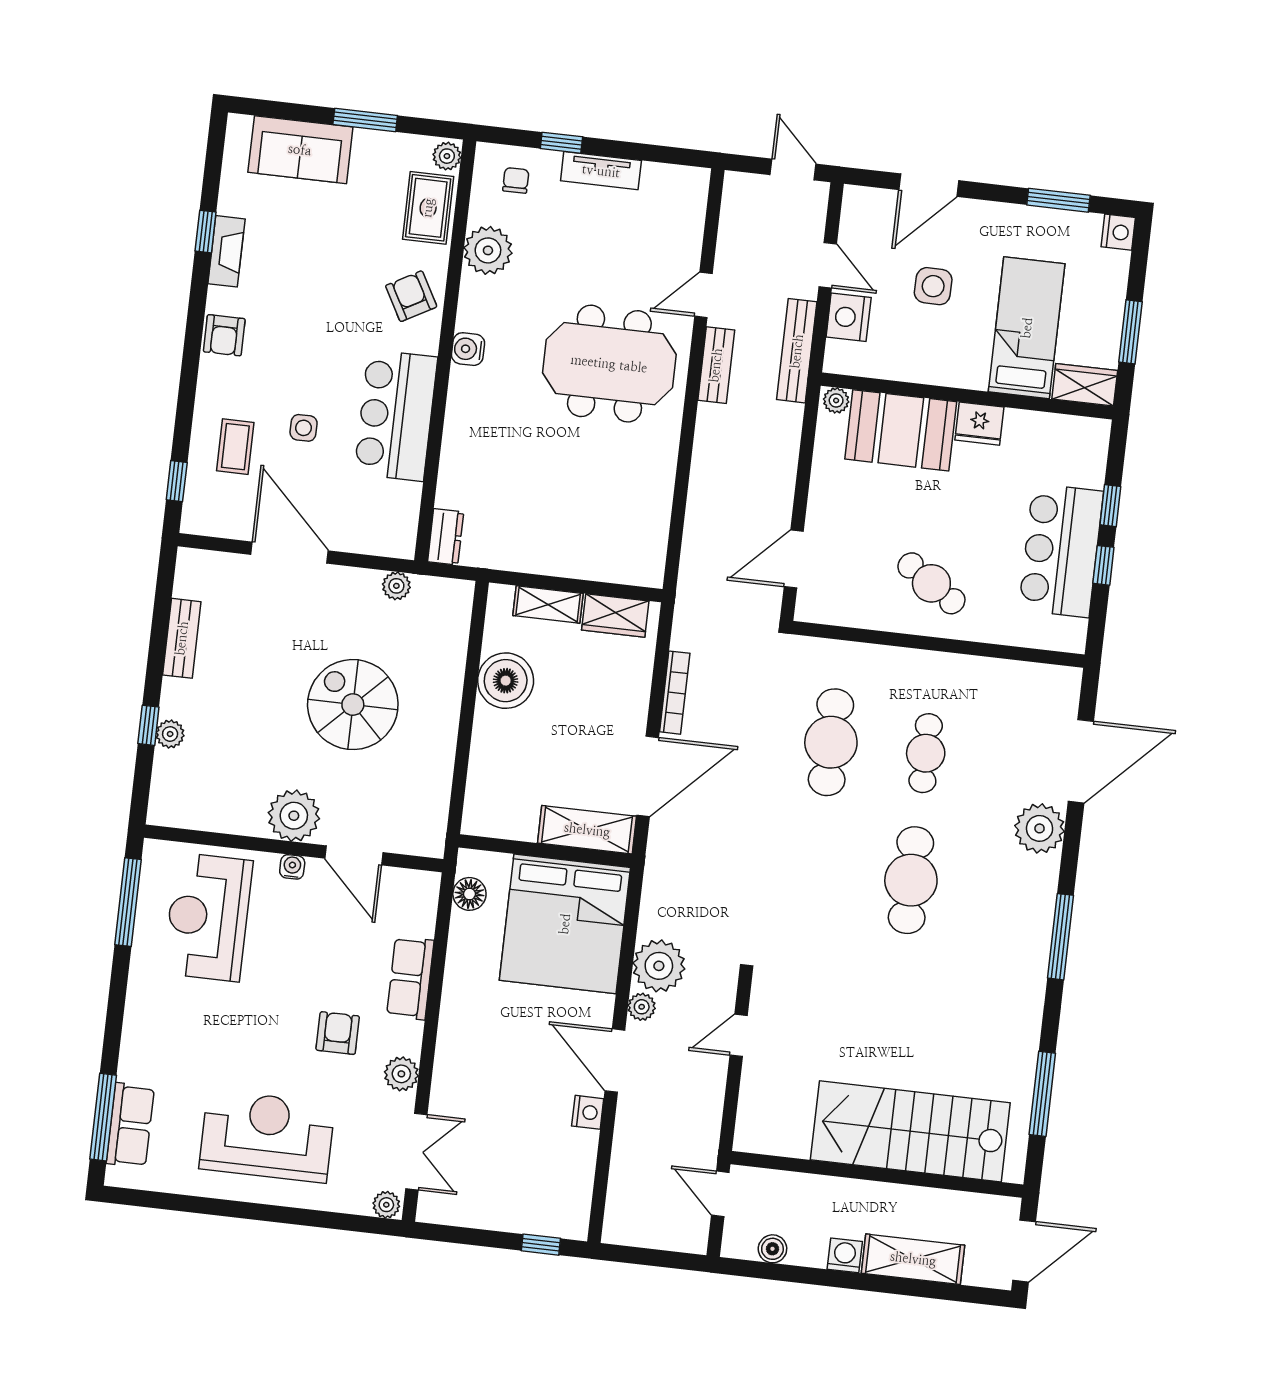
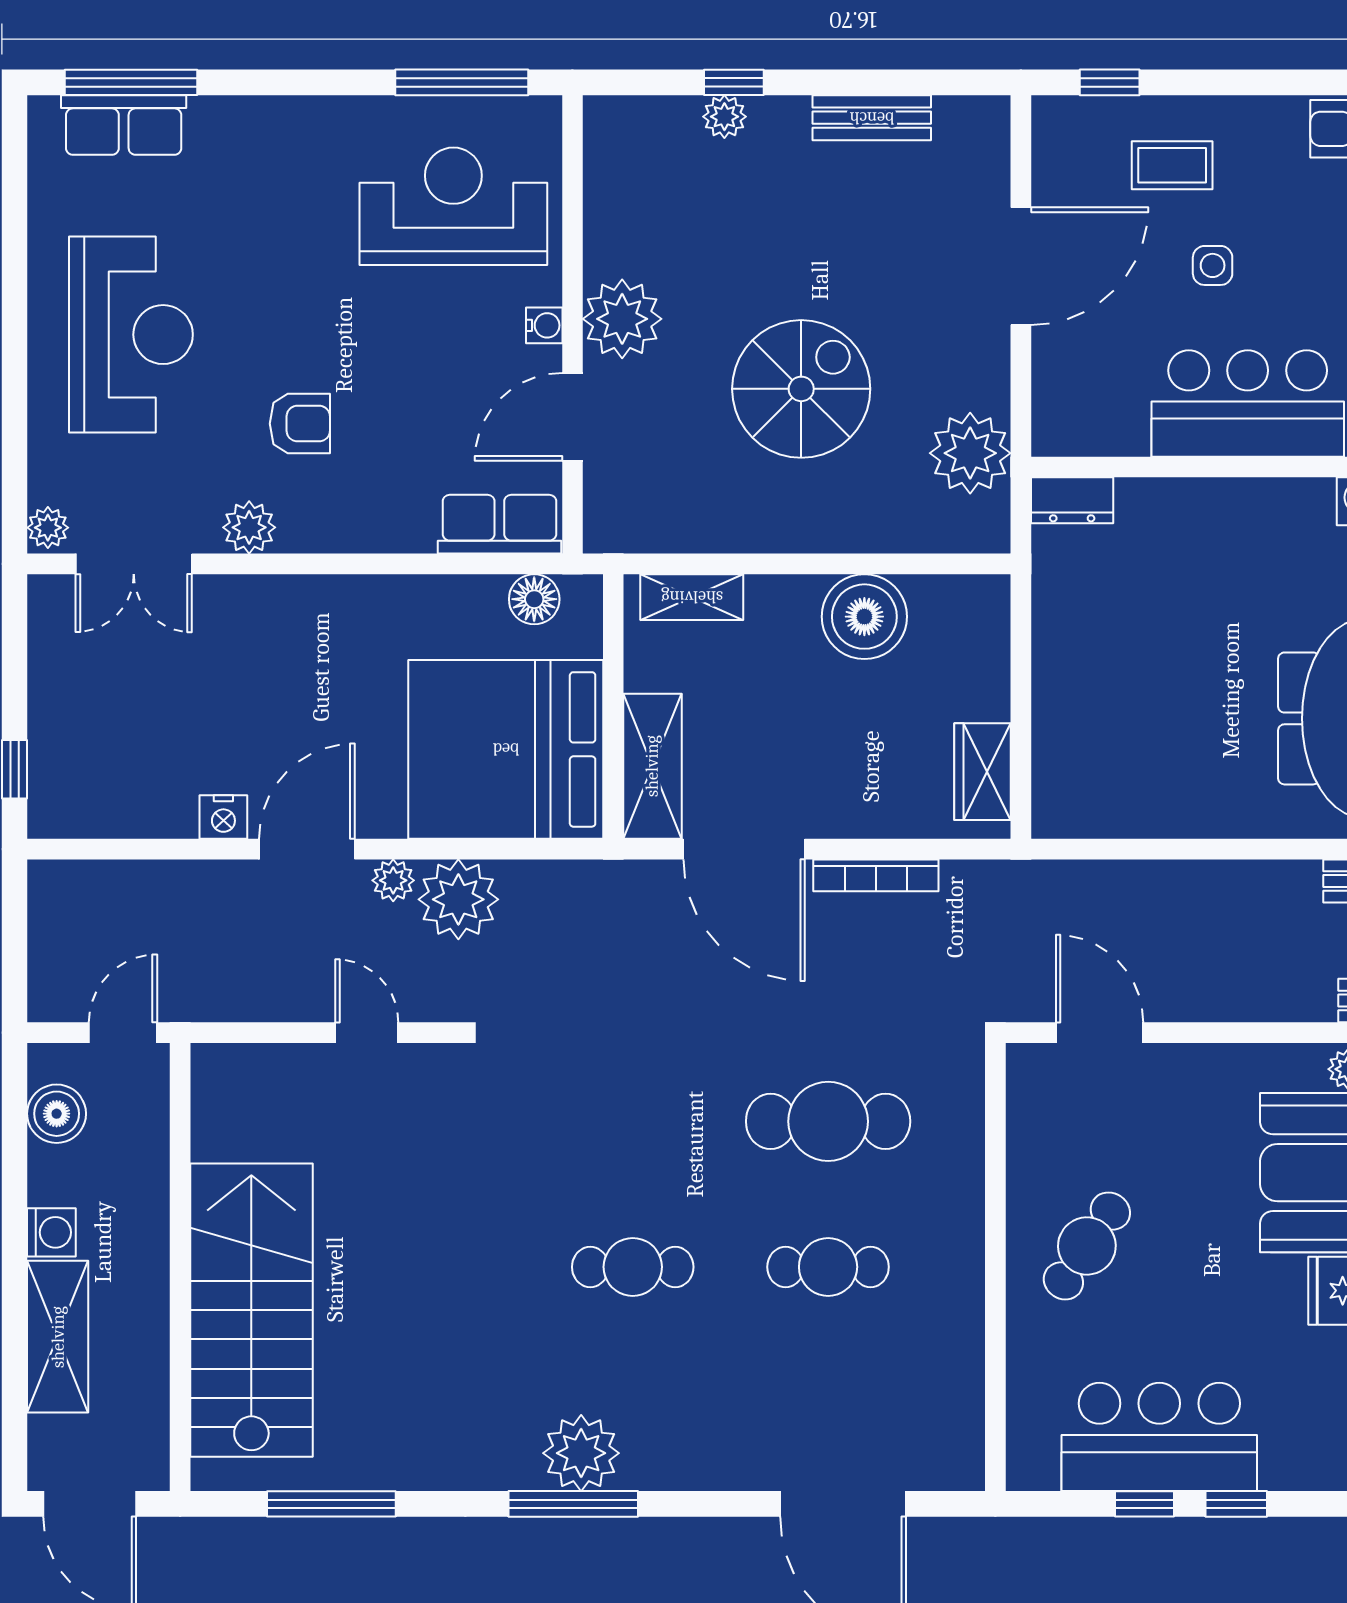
plant: (396, 586) -> (970, 453), width x1.87, depth x1.87
shelving: (548, 604) -> (692, 597), moved, turned 90
plant: (1040, 828) -> (581, 1453), moved
cafe table: (911, 880) -> (633, 1267), width x0.73, depth x0.74
row of seats: (410, 978) -> (499, 524), moved
boiler: (772, 1249) -> (57, 1114), width x1.36, depth x1.36

